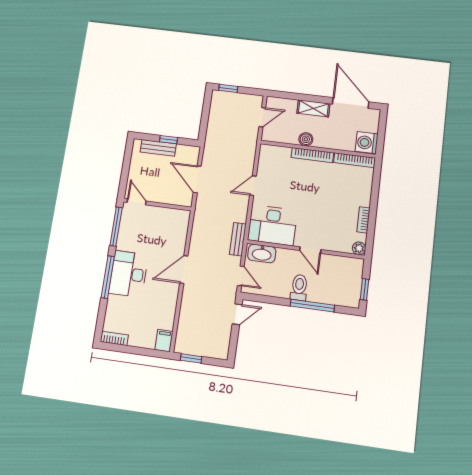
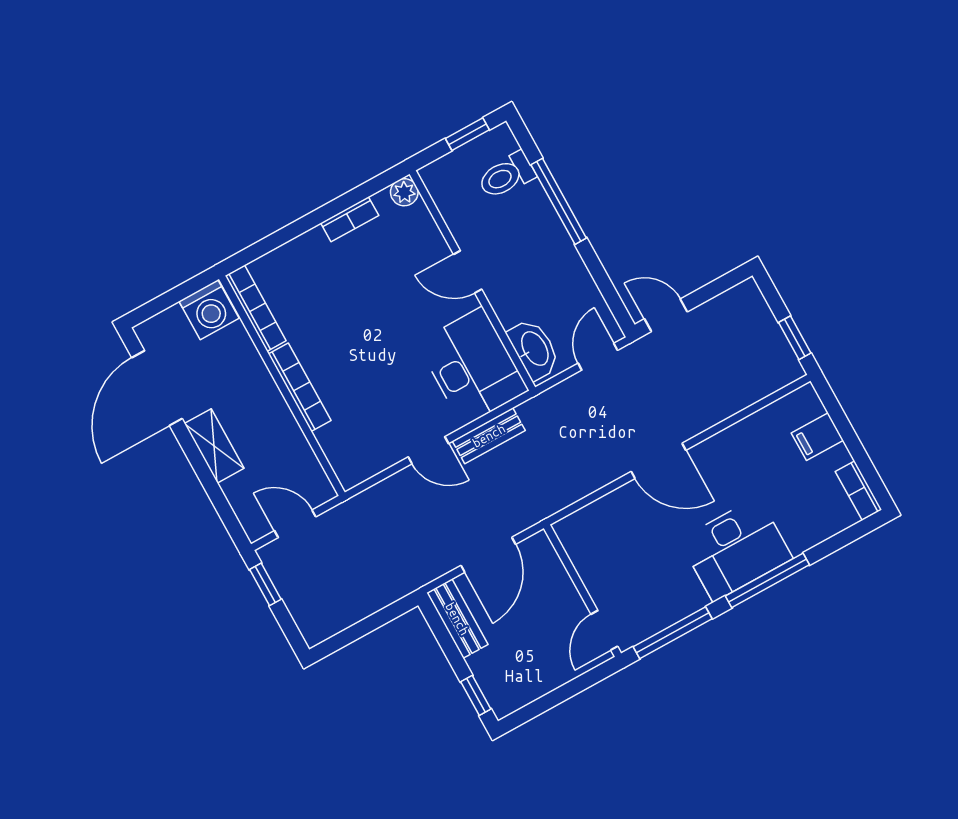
window: (228, 88) -> (265, 584), moved
boiler: (306, 139) -> (280, 419), removed
window: (168, 140) -> (476, 695), moved
bench: (158, 148) -> (457, 619), moved
bench: (238, 239) -> (489, 436), moved
door: (310, 250) -> (468, 272), swing flipped
toilet: (299, 287) -> (506, 176), moved
filing cabinet: (164, 341) -> (817, 437), moved

